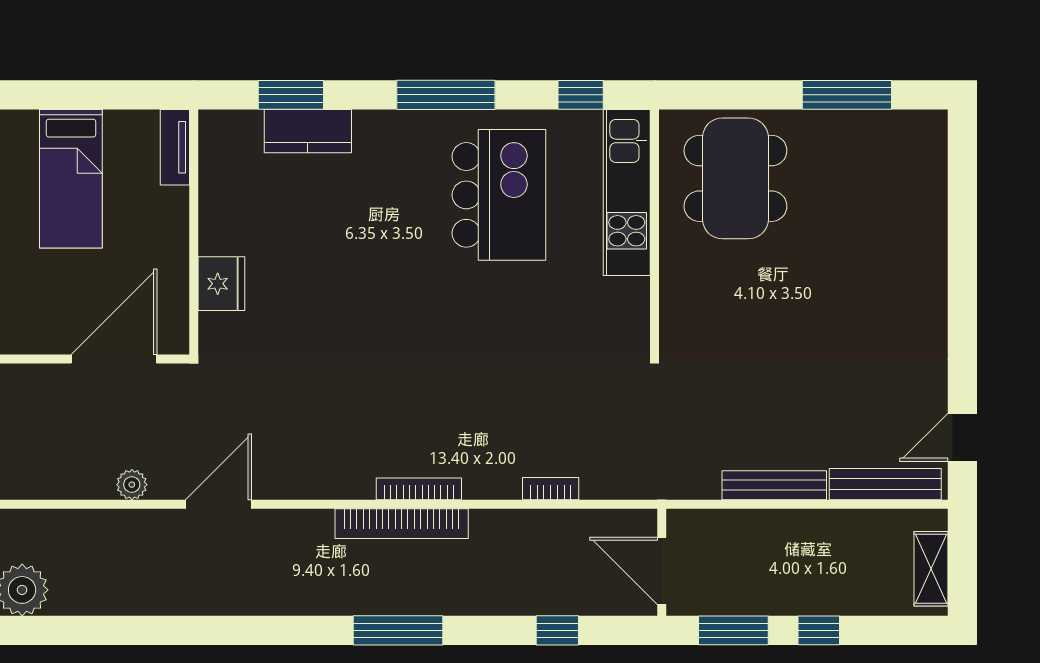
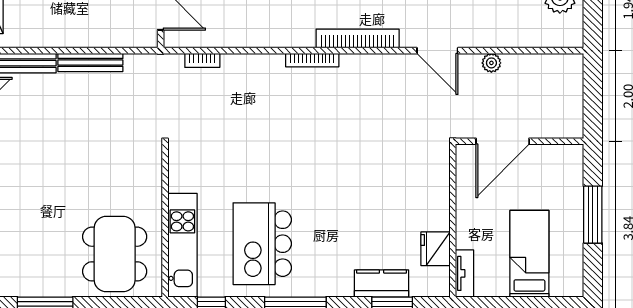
fridge: (221, 284) -> (436, 249), moved
bookcase: (551, 489) -> (202, 60), moved
door: (218, 504) -> (437, 51), hinge flipped
bookcase: (402, 524) -> (358, 39), moved

